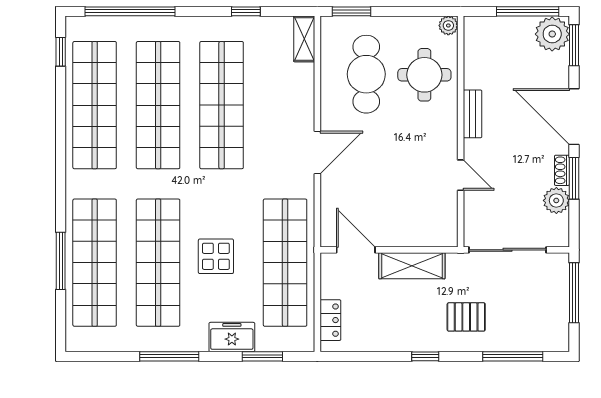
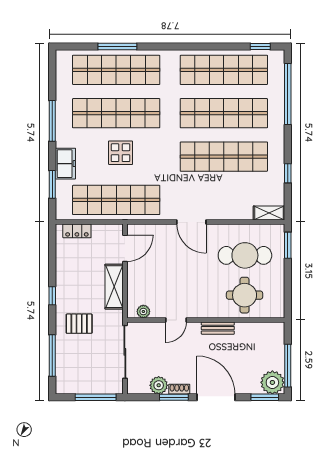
plant: (448, 25) -> (143, 312), moved
door: (574, 117) -> (216, 397), hinge flipped
pallet: (466, 317) -> (79, 324), turned 90

